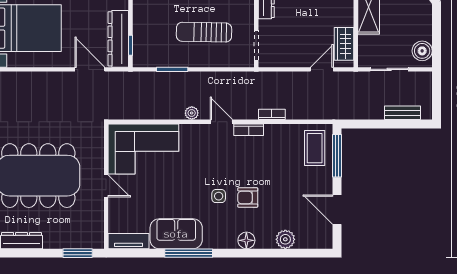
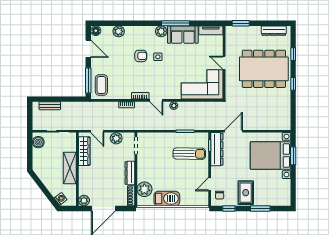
sun lounger: (204, 32) -> (189, 154), moved
wardrobe: (344, 44) -> (84, 151), width x1.50
plant: (290, 57) -> (116, 138), added
door: (90, 69) -> (234, 131), swing flipped
door: (322, 69) -> (97, 131), hinge flipped
plant: (213, 239) -> (161, 31), added
floor lamp: (246, 240) -> (96, 31), moved

